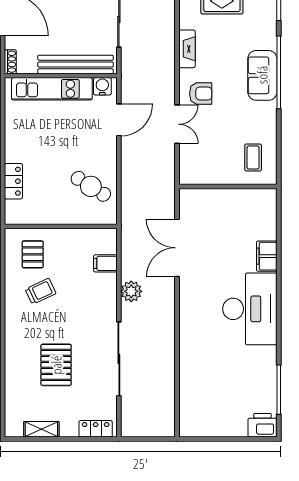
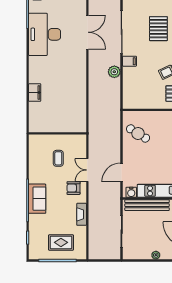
coffee table: (253, 157) -> (58, 158), moved
double door: (177, 248) -> (87, 32), moved
filing cabinet: (105, 263) -> (129, 61), moved
desk: (250, 309) -> (45, 34), moved

